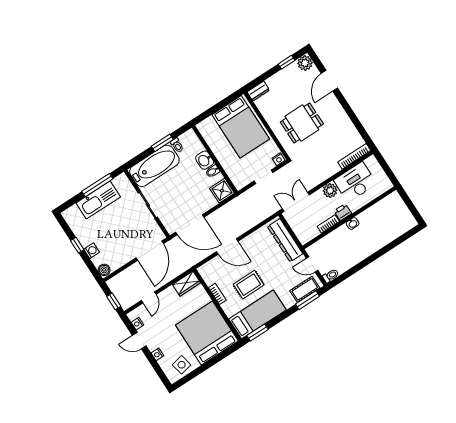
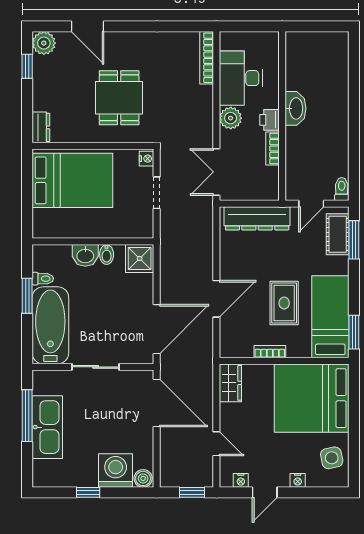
washbasin: (353, 223) -> (295, 108), width x1.91, depth x1.45
washing machine: (92, 251) -> (116, 471), width x1.89, depth x1.89

